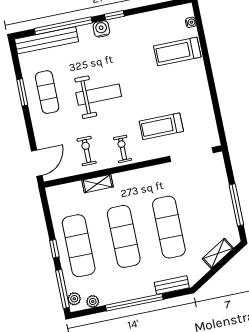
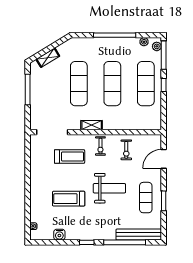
water cooler: (101, 29) -> (59, 235), moved
treadmill: (177, 51) -> (69, 199), moved, turned 180
weight bench: (99, 95) -> (109, 188), turned 180
door: (37, 163) -> (164, 159), moved
shelving: (98, 184) -> (92, 125), moved
bench: (172, 285) -> (85, 42), removed

